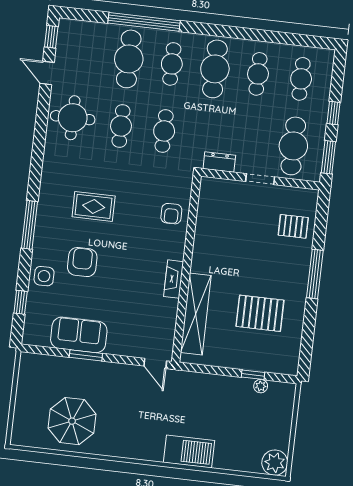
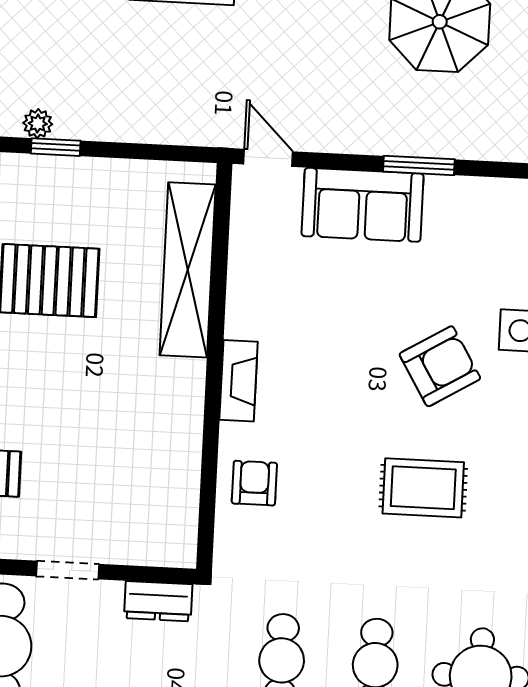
armchair: (82, 262) -> (440, 366), turned -121
fireplace: (174, 279) -> (239, 381), moved
sofa: (79, 335) -> (363, 205), moved

